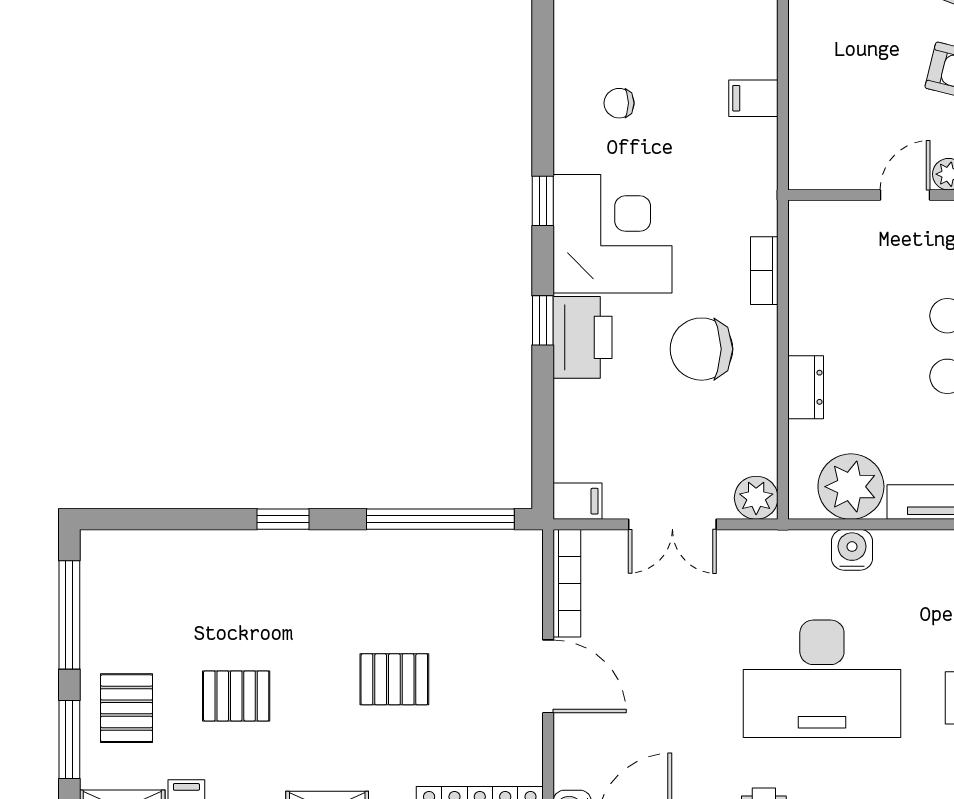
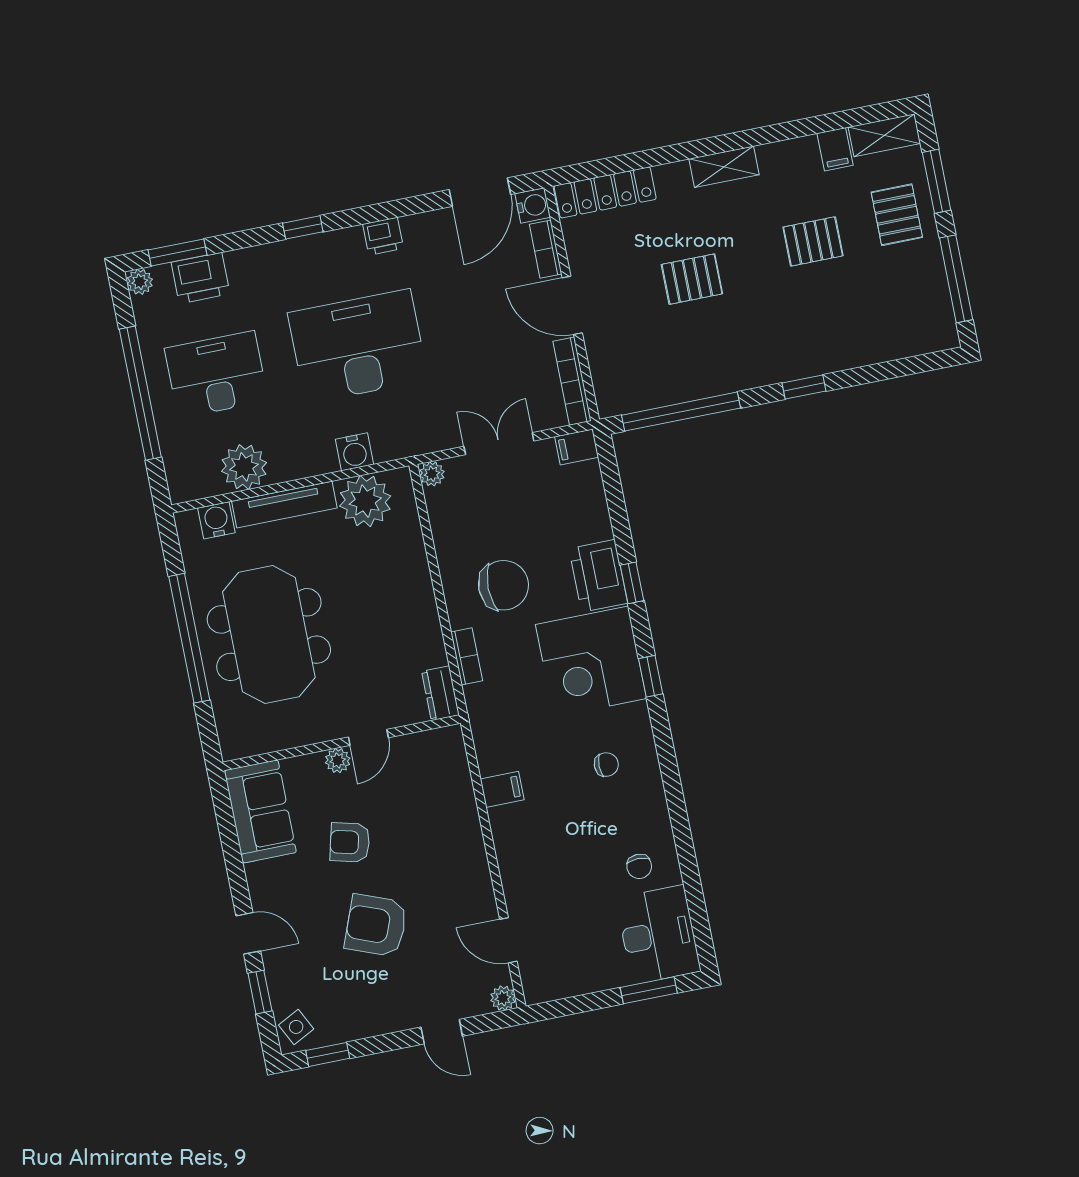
dresser: (806, 387) -> (440, 693), moved
plant: (756, 498) -> (432, 474), width x0.73, depth x0.73
bookcase: (567, 752) -> (546, 249), added

